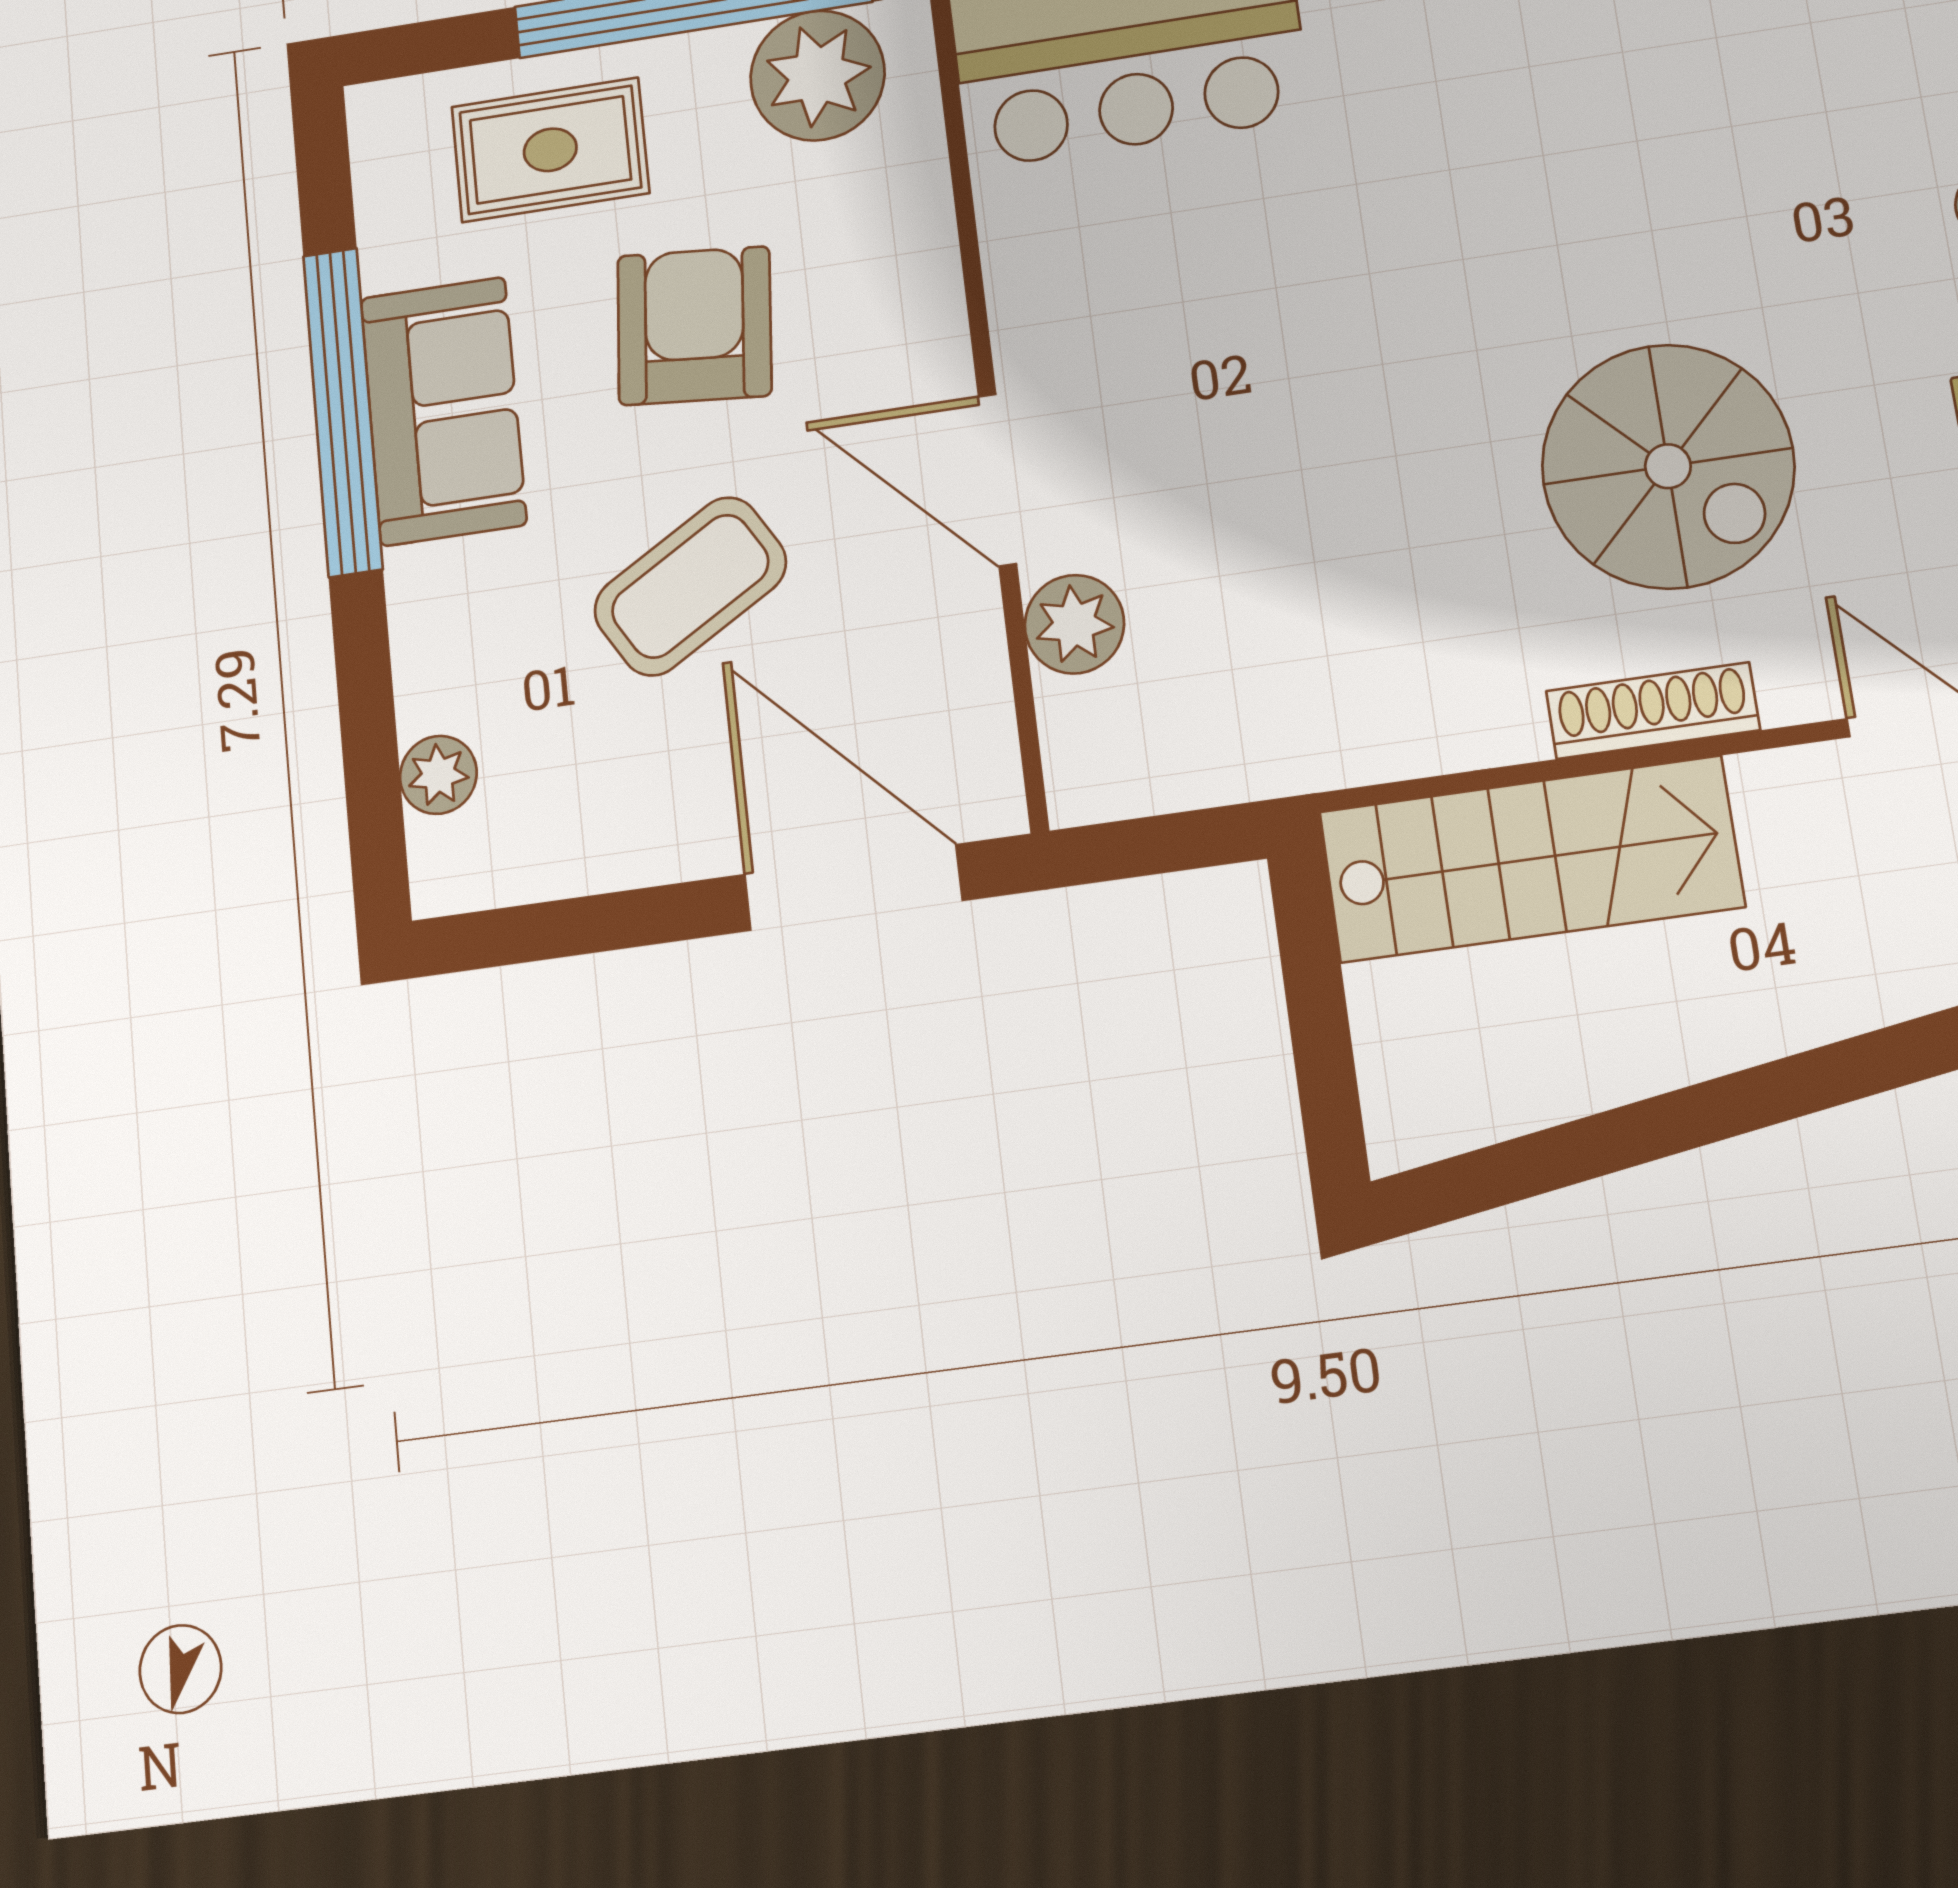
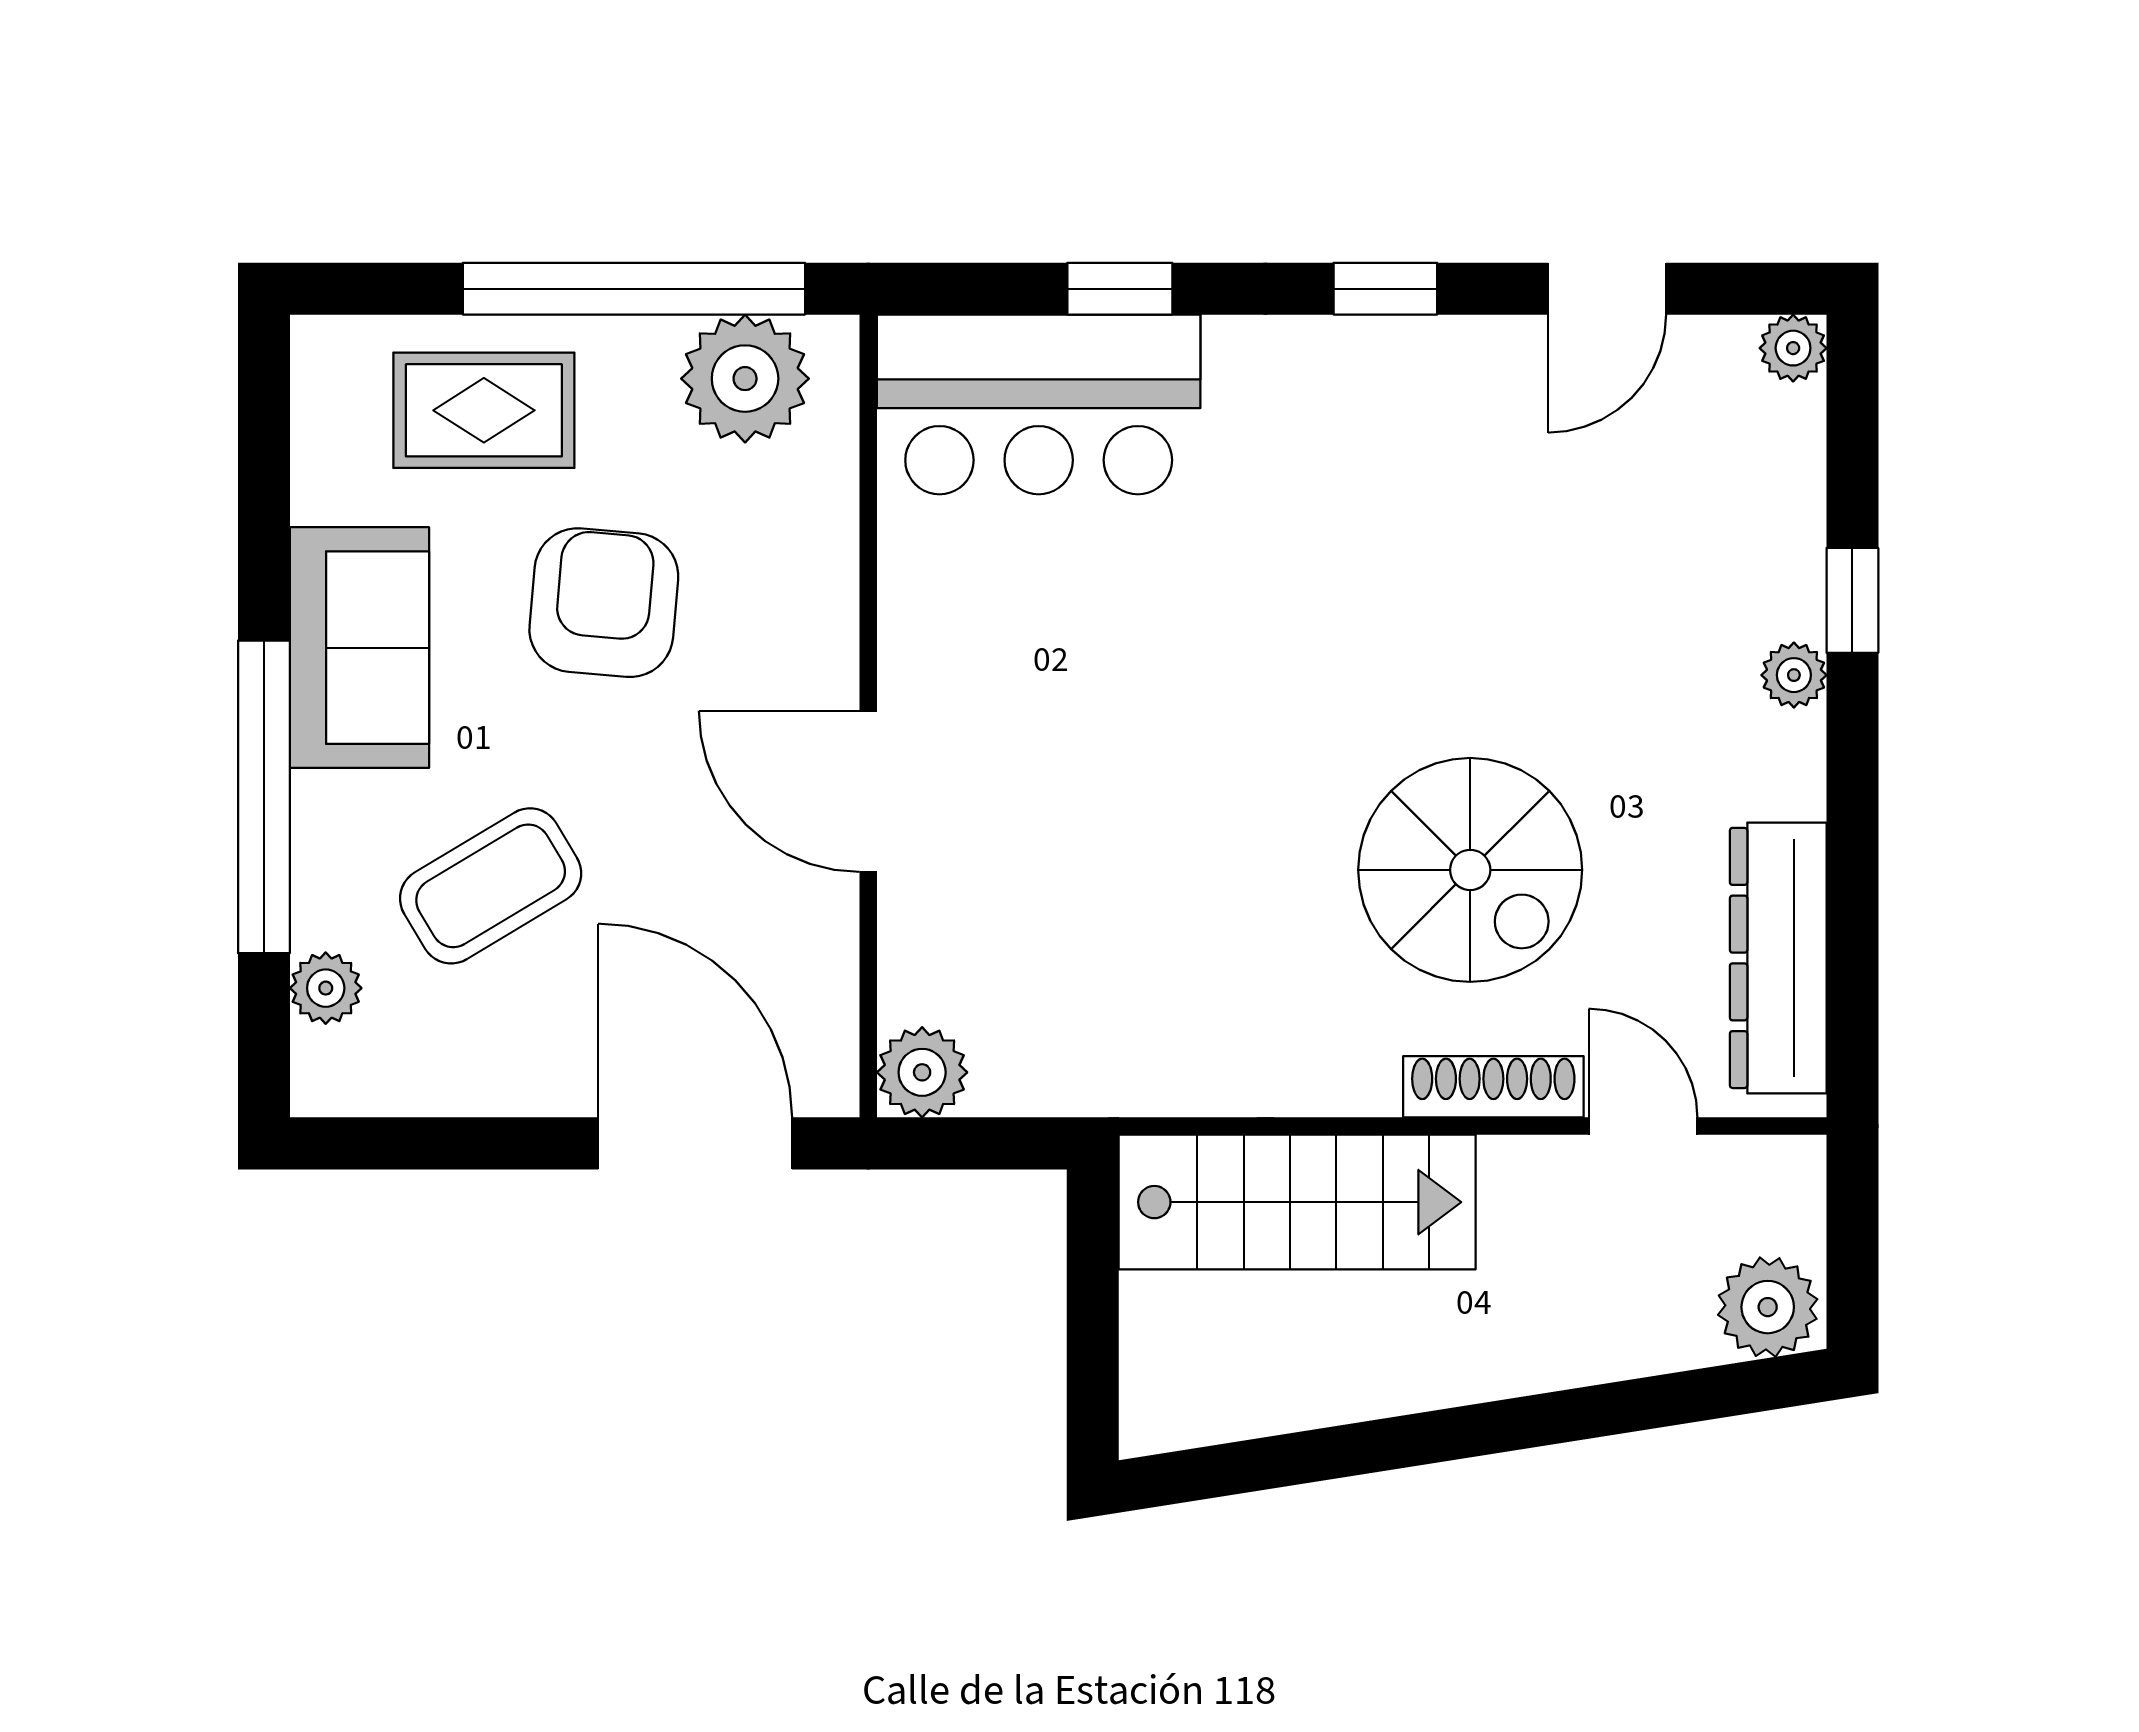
window: (343, 411) -> (264, 797), moved
coffee table: (690, 586) -> (491, 886), moved
plant: (1074, 624) -> (922, 1072), moved
shoe rack: (1653, 711) -> (1493, 1087), moved

